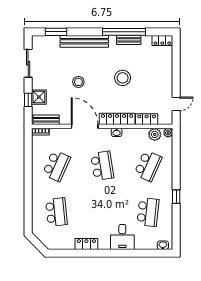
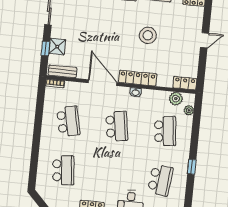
stool: (78, 82) -> (101, 35), removed
door: (176, 104) -> (205, 40), moved
locker: (147, 119) -> (185, 83), moved
plant: (168, 133) -> (189, 110), moved
school desk: (56, 166) -> (68, 121), turned -36
school desk: (148, 166) -> (165, 131), turned -30

